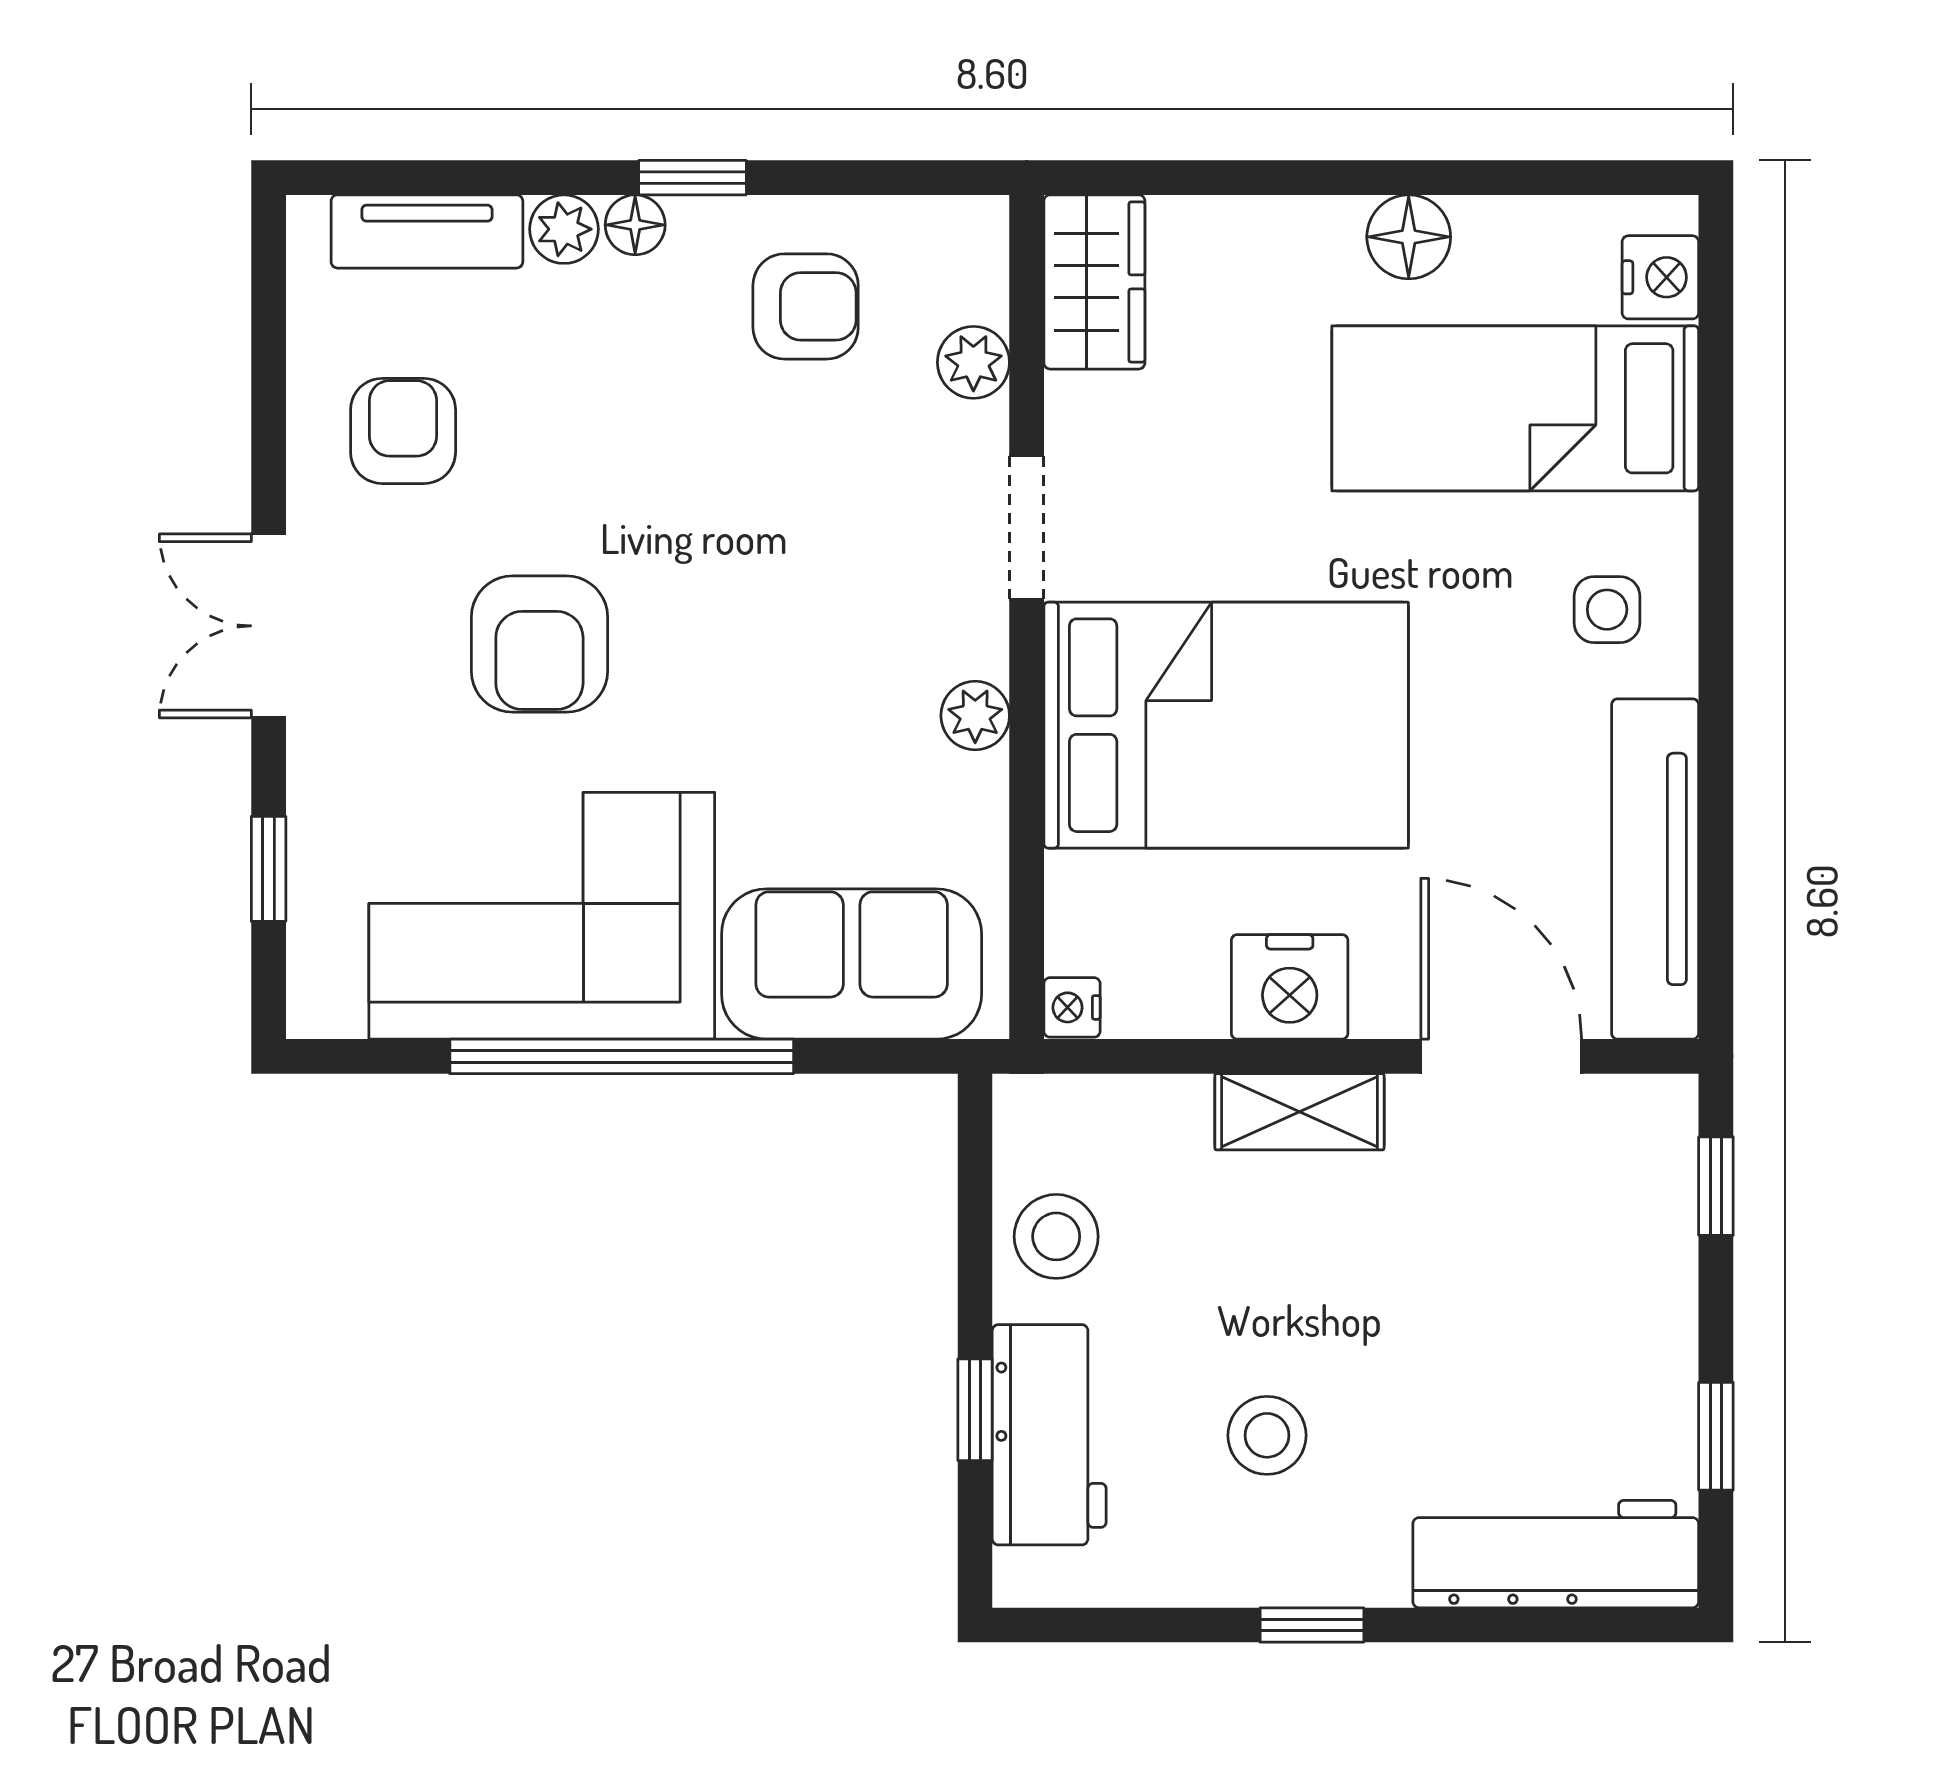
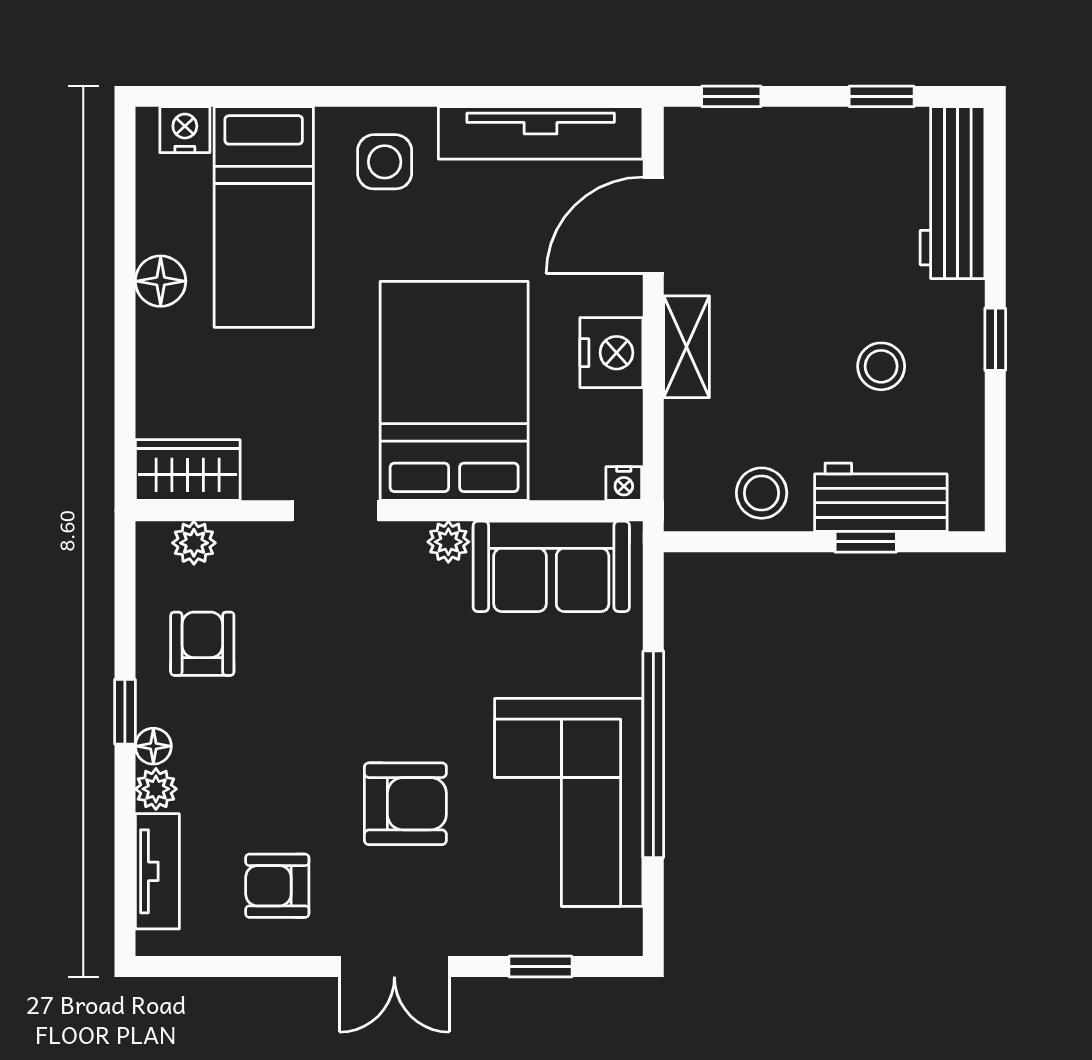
plant: (973, 362) -> (194, 543), moved
side table: (1607, 610) -> (385, 162), width x1.37, depth x1.37
sofa: (852, 964) -> (551, 566), moved, turned -90

